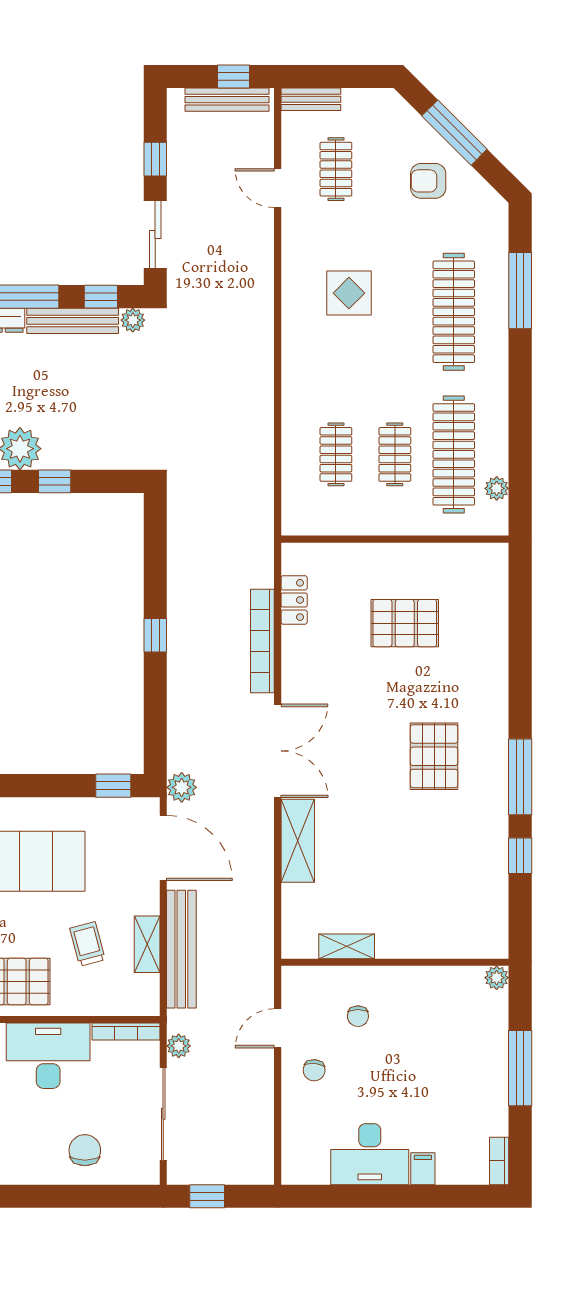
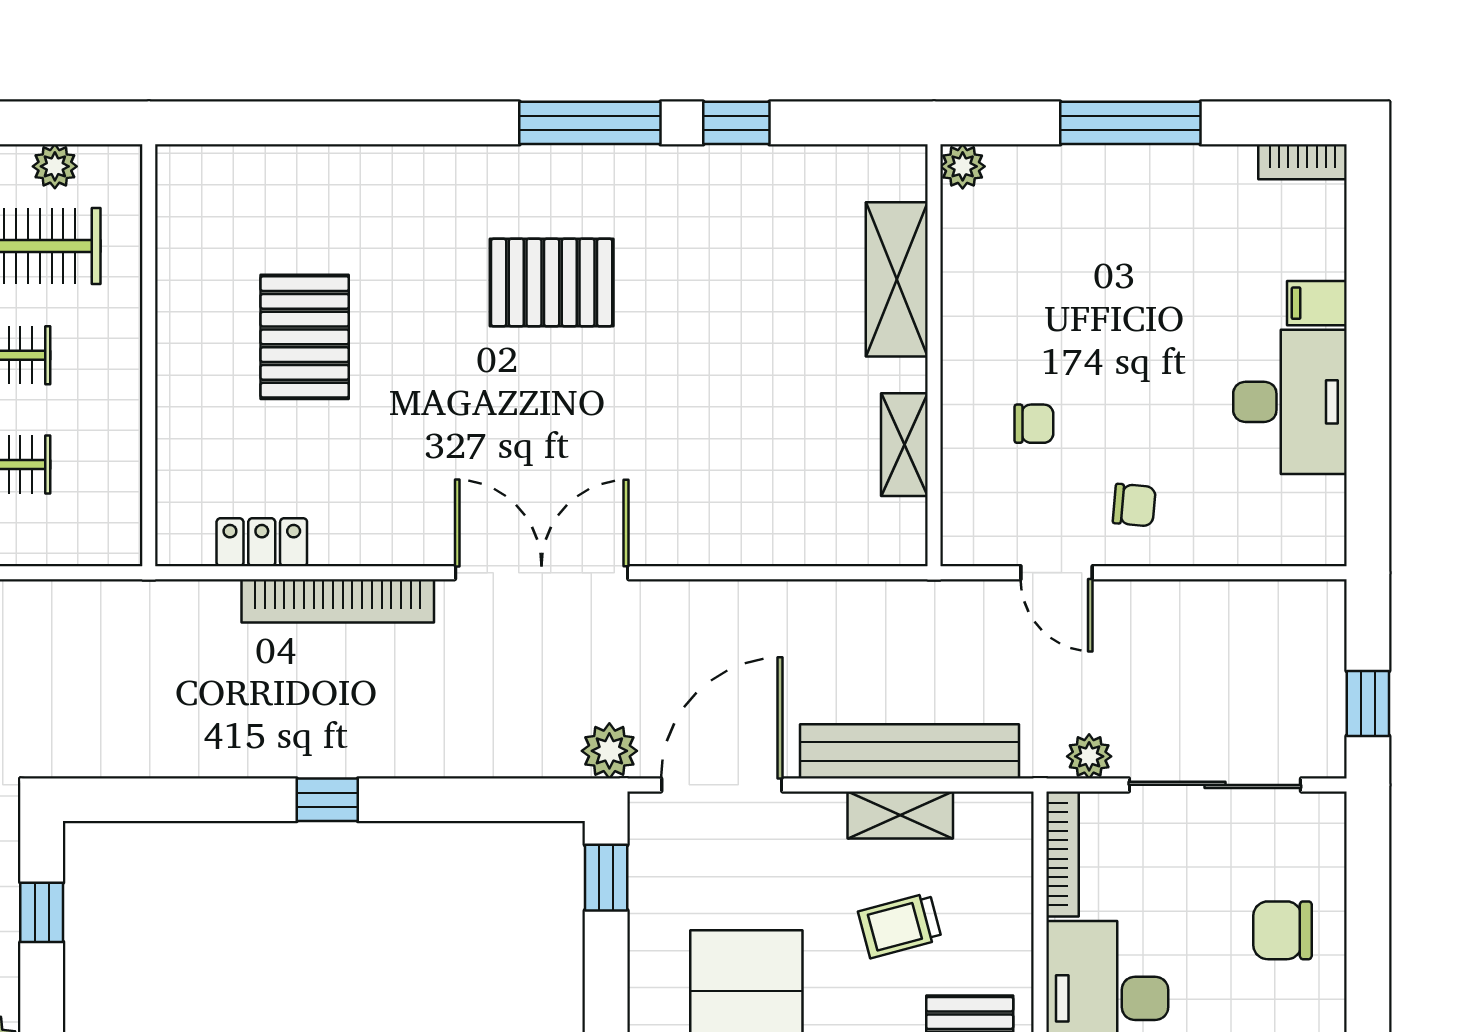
window: (55, 481) -> (42, 912), moved
shelving: (298, 841) -> (897, 279), moved, turned 90

